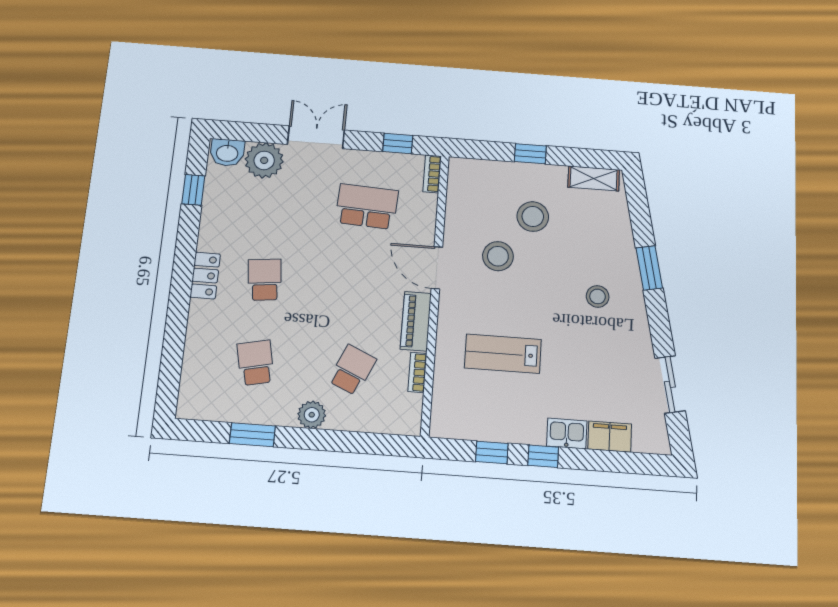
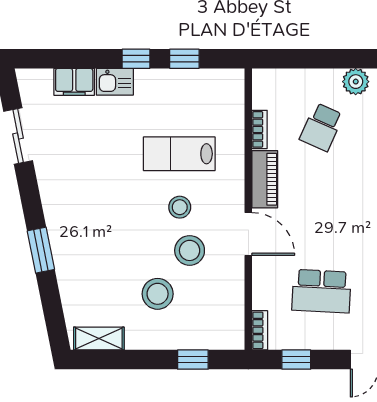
window: (530, 154) -> (193, 360), moved
stool: (598, 296) -> (180, 207), moved
lab bench: (503, 354) -> (179, 154), turned 180

